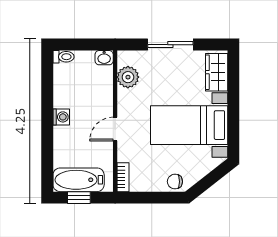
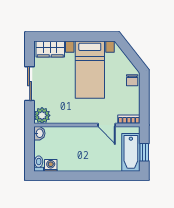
plant: (128, 77) -> (42, 115), moved
washing machine: (61, 117) -> (51, 165), moved
door: (115, 129) -> (107, 125), moved

